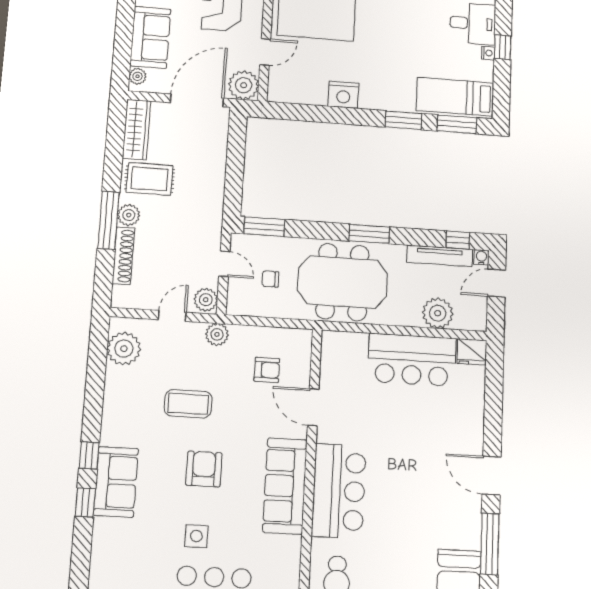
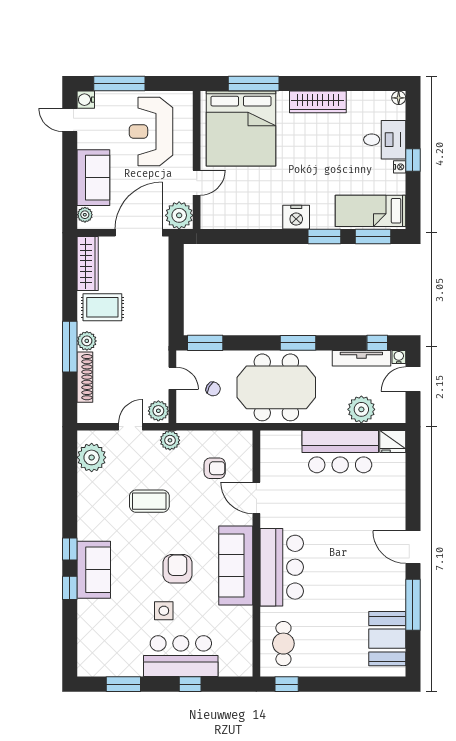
nightstand: (343, 95) -> (296, 217), moved
chair: (270, 279) -> (213, 389), turned -150
armchair: (204, 469) -> (177, 569), moved

